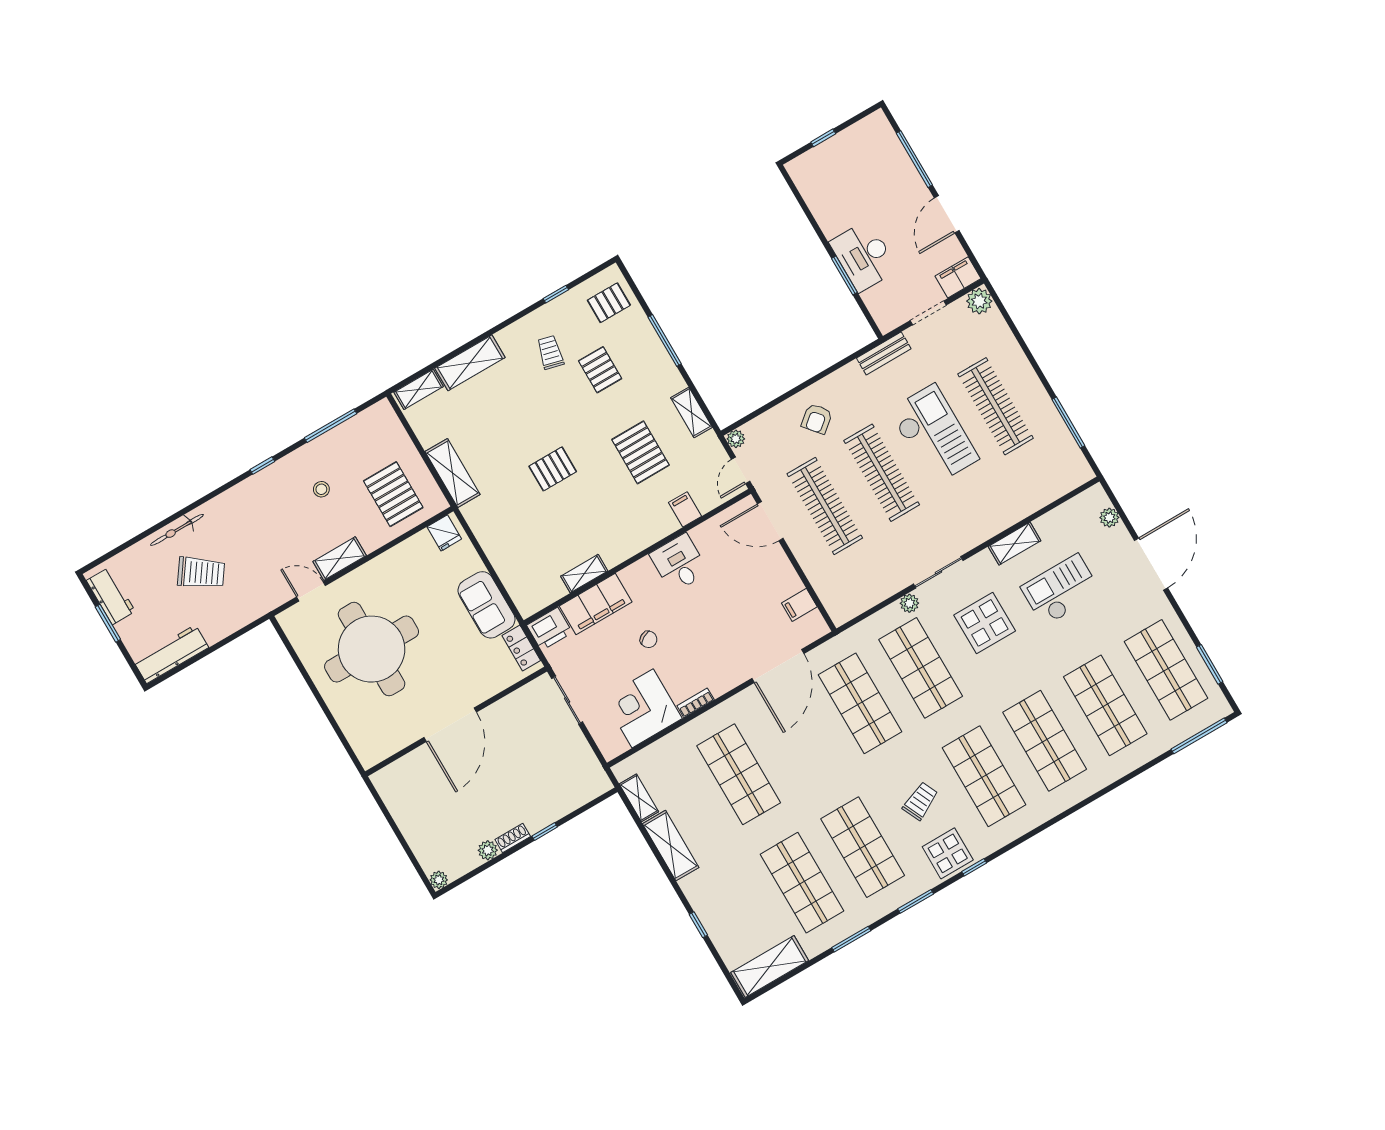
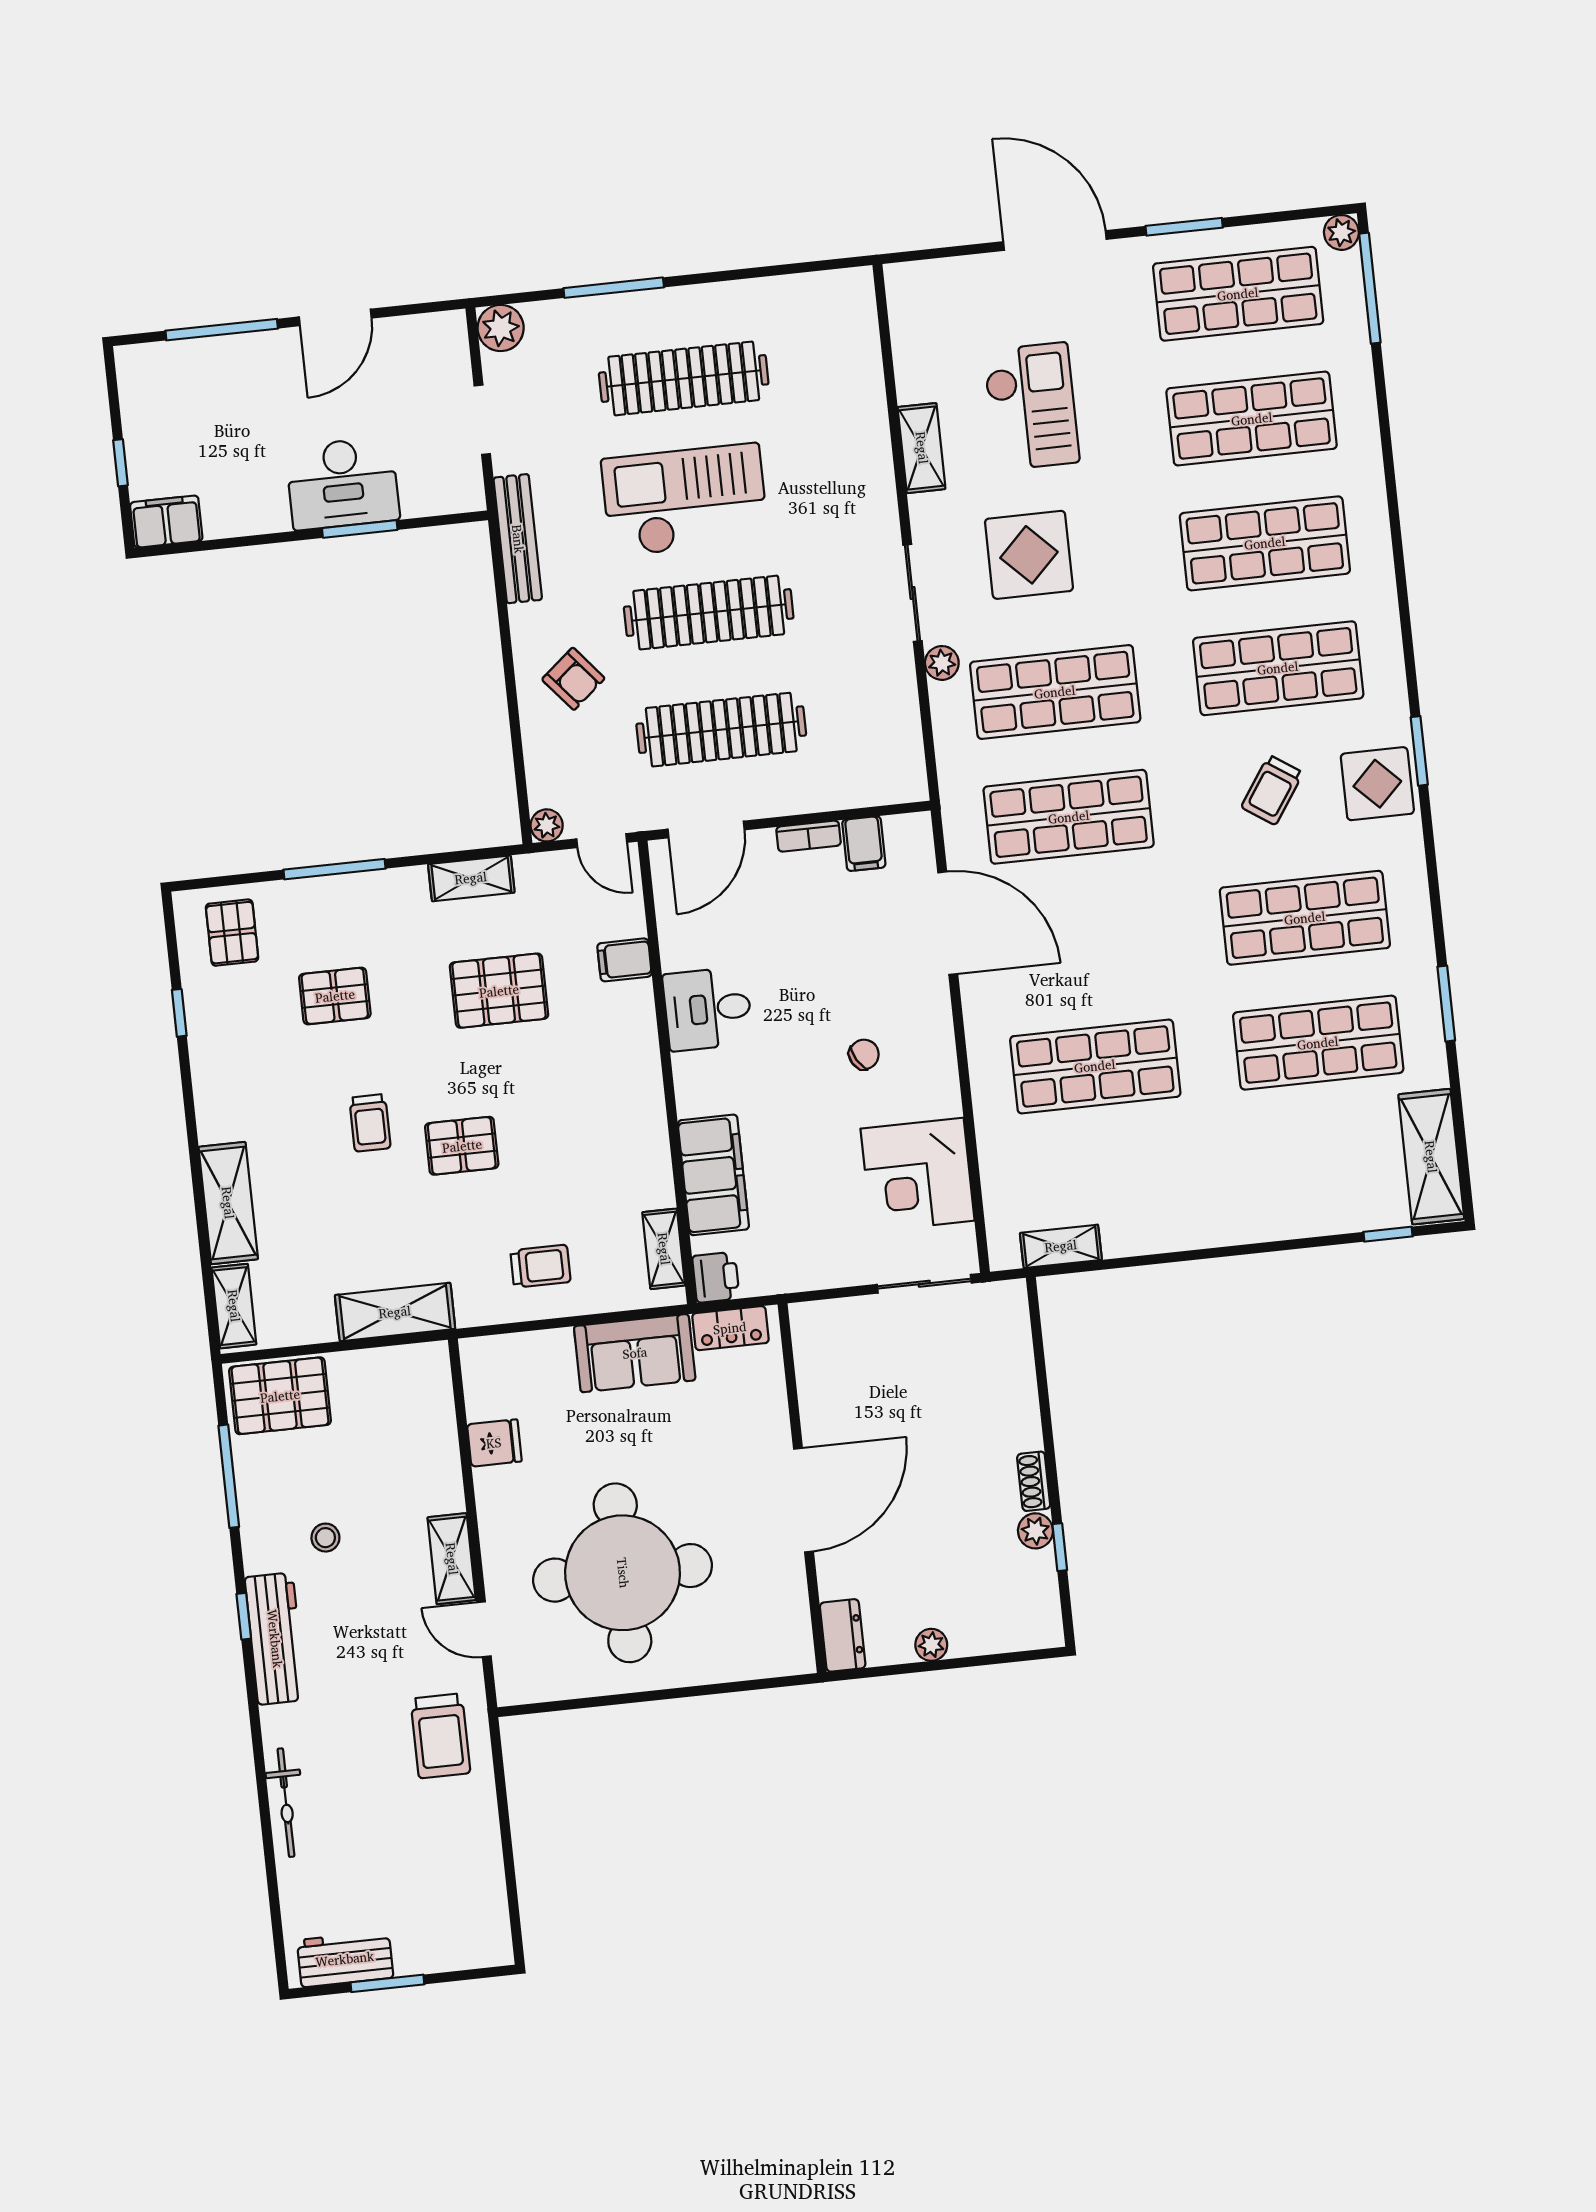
door: (947, 214) -> (335, 317), hinge flipped
filing cabinet: (958, 277) -> (166, 522), moved, turned 90
trolley: (550, 352) -> (370, 1123), moved, turned -104
bench: (884, 353) -> (518, 539), width x1.36
window: (1068, 422) -> (614, 288), moved
pallet: (553, 469) -> (462, 1146), turned 90
pallet: (393, 494) -> (280, 1396), moved
plant: (1109, 518) -> (1341, 232), moved
fridge: (444, 533) -> (494, 1443), moved
trolley: (509, 537) -> (540, 1266), added
trolley: (201, 573) -> (440, 1736), moved, turned 145
shelving: (584, 574) -> (664, 1249), moved
checkout: (1061, 590) -> (1031, 406), turned 180
door: (311, 591) -> (484, 1629), hinge flipped
printer: (550, 629) -> (716, 1277), width x0.73, depth x0.81
chair: (648, 639) -> (864, 1054), moved
workbench: (171, 654) -> (275, 1639), moved, turned 180
window: (1210, 664) -> (1184, 227), moved
sliding door: (567, 700) -> (924, 1284), moved
bookcase: (696, 703) -> (809, 836), moved, turned -90
door: (450, 725) -> (804, 1500), hinge flipped
dresser: (390, 776) -> (843, 1635), added
trolley: (920, 801) -> (1272, 790), turned -121
window: (545, 832) -> (1060, 1547), moved
shelving: (671, 846) -> (1162, 1230), removed
window: (974, 867) -> (1419, 751), width x1.50
plant: (439, 880) -> (931, 1645), moved
window: (916, 901) -> (1432, 871), removed
window: (698, 925) -> (1388, 1234), moved

